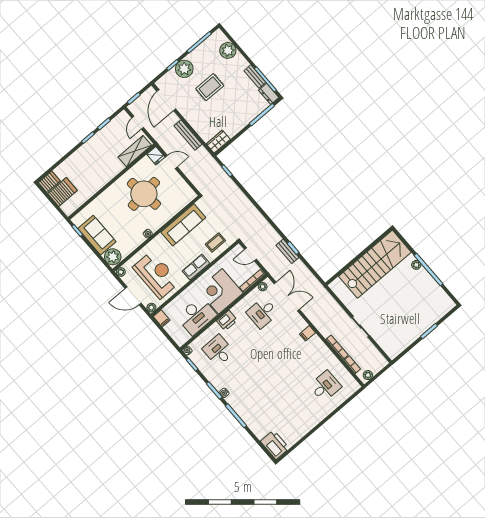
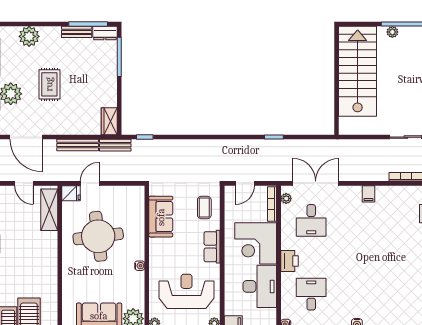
sofa: (183, 225) -> (161, 217), width x0.73
bench: (287, 251) -> (115, 145), moved
desk: (218, 350) -> (311, 294), turned 90

